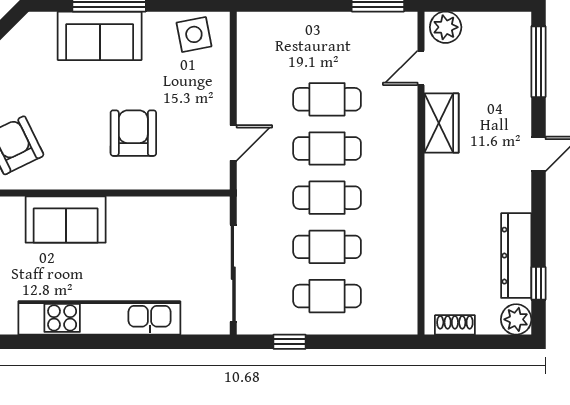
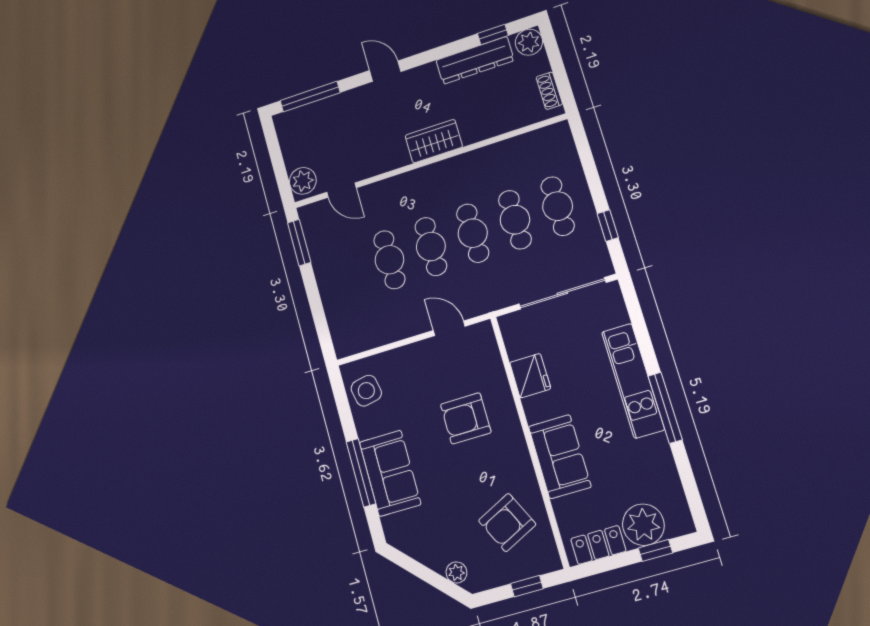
wardrobe: (442, 123) -> (434, 141), moved
fridge: (158, 214) -> (530, 376), added
kitchen unit: (99, 318) -> (633, 381), width x0.73
window: (84, 342) -> (665, 408), added

